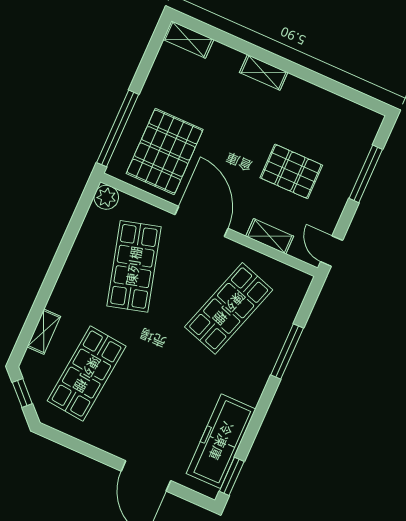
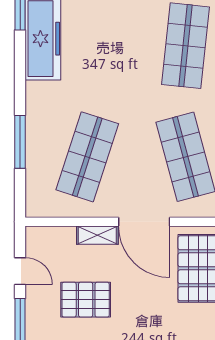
shelving: (270, 236) -> (97, 235), moved
door: (332, 251) -> (20, 271), moved

